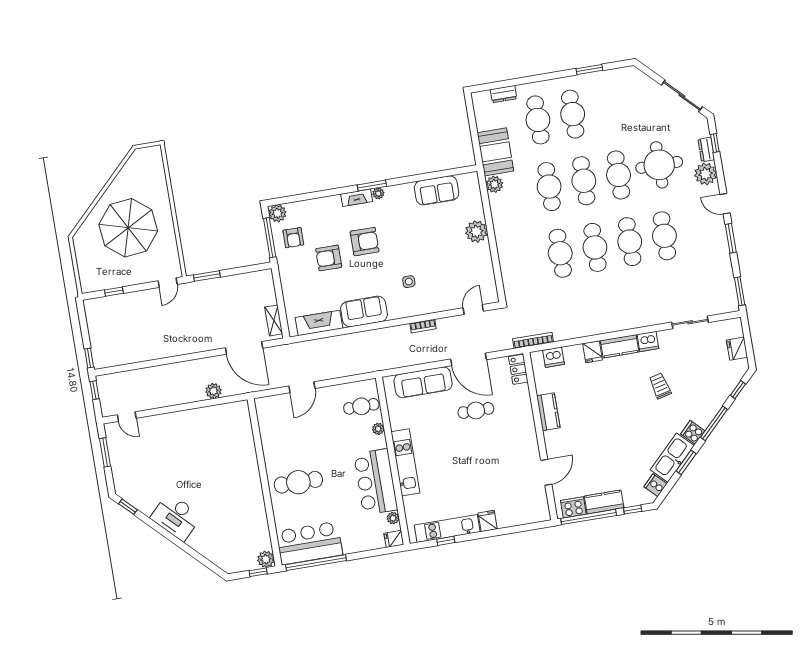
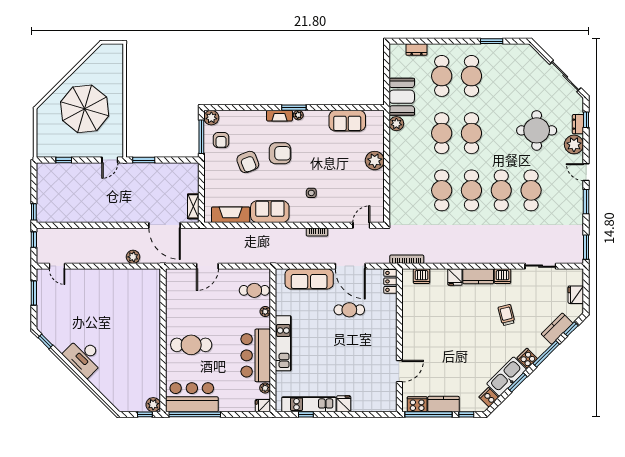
cafe table: (619, 175) -> (501, 133), removed
armchair: (329, 258) -> (248, 162), turned -111
kitchen counter: (548, 412) -> (557, 329), moved, turned -135

